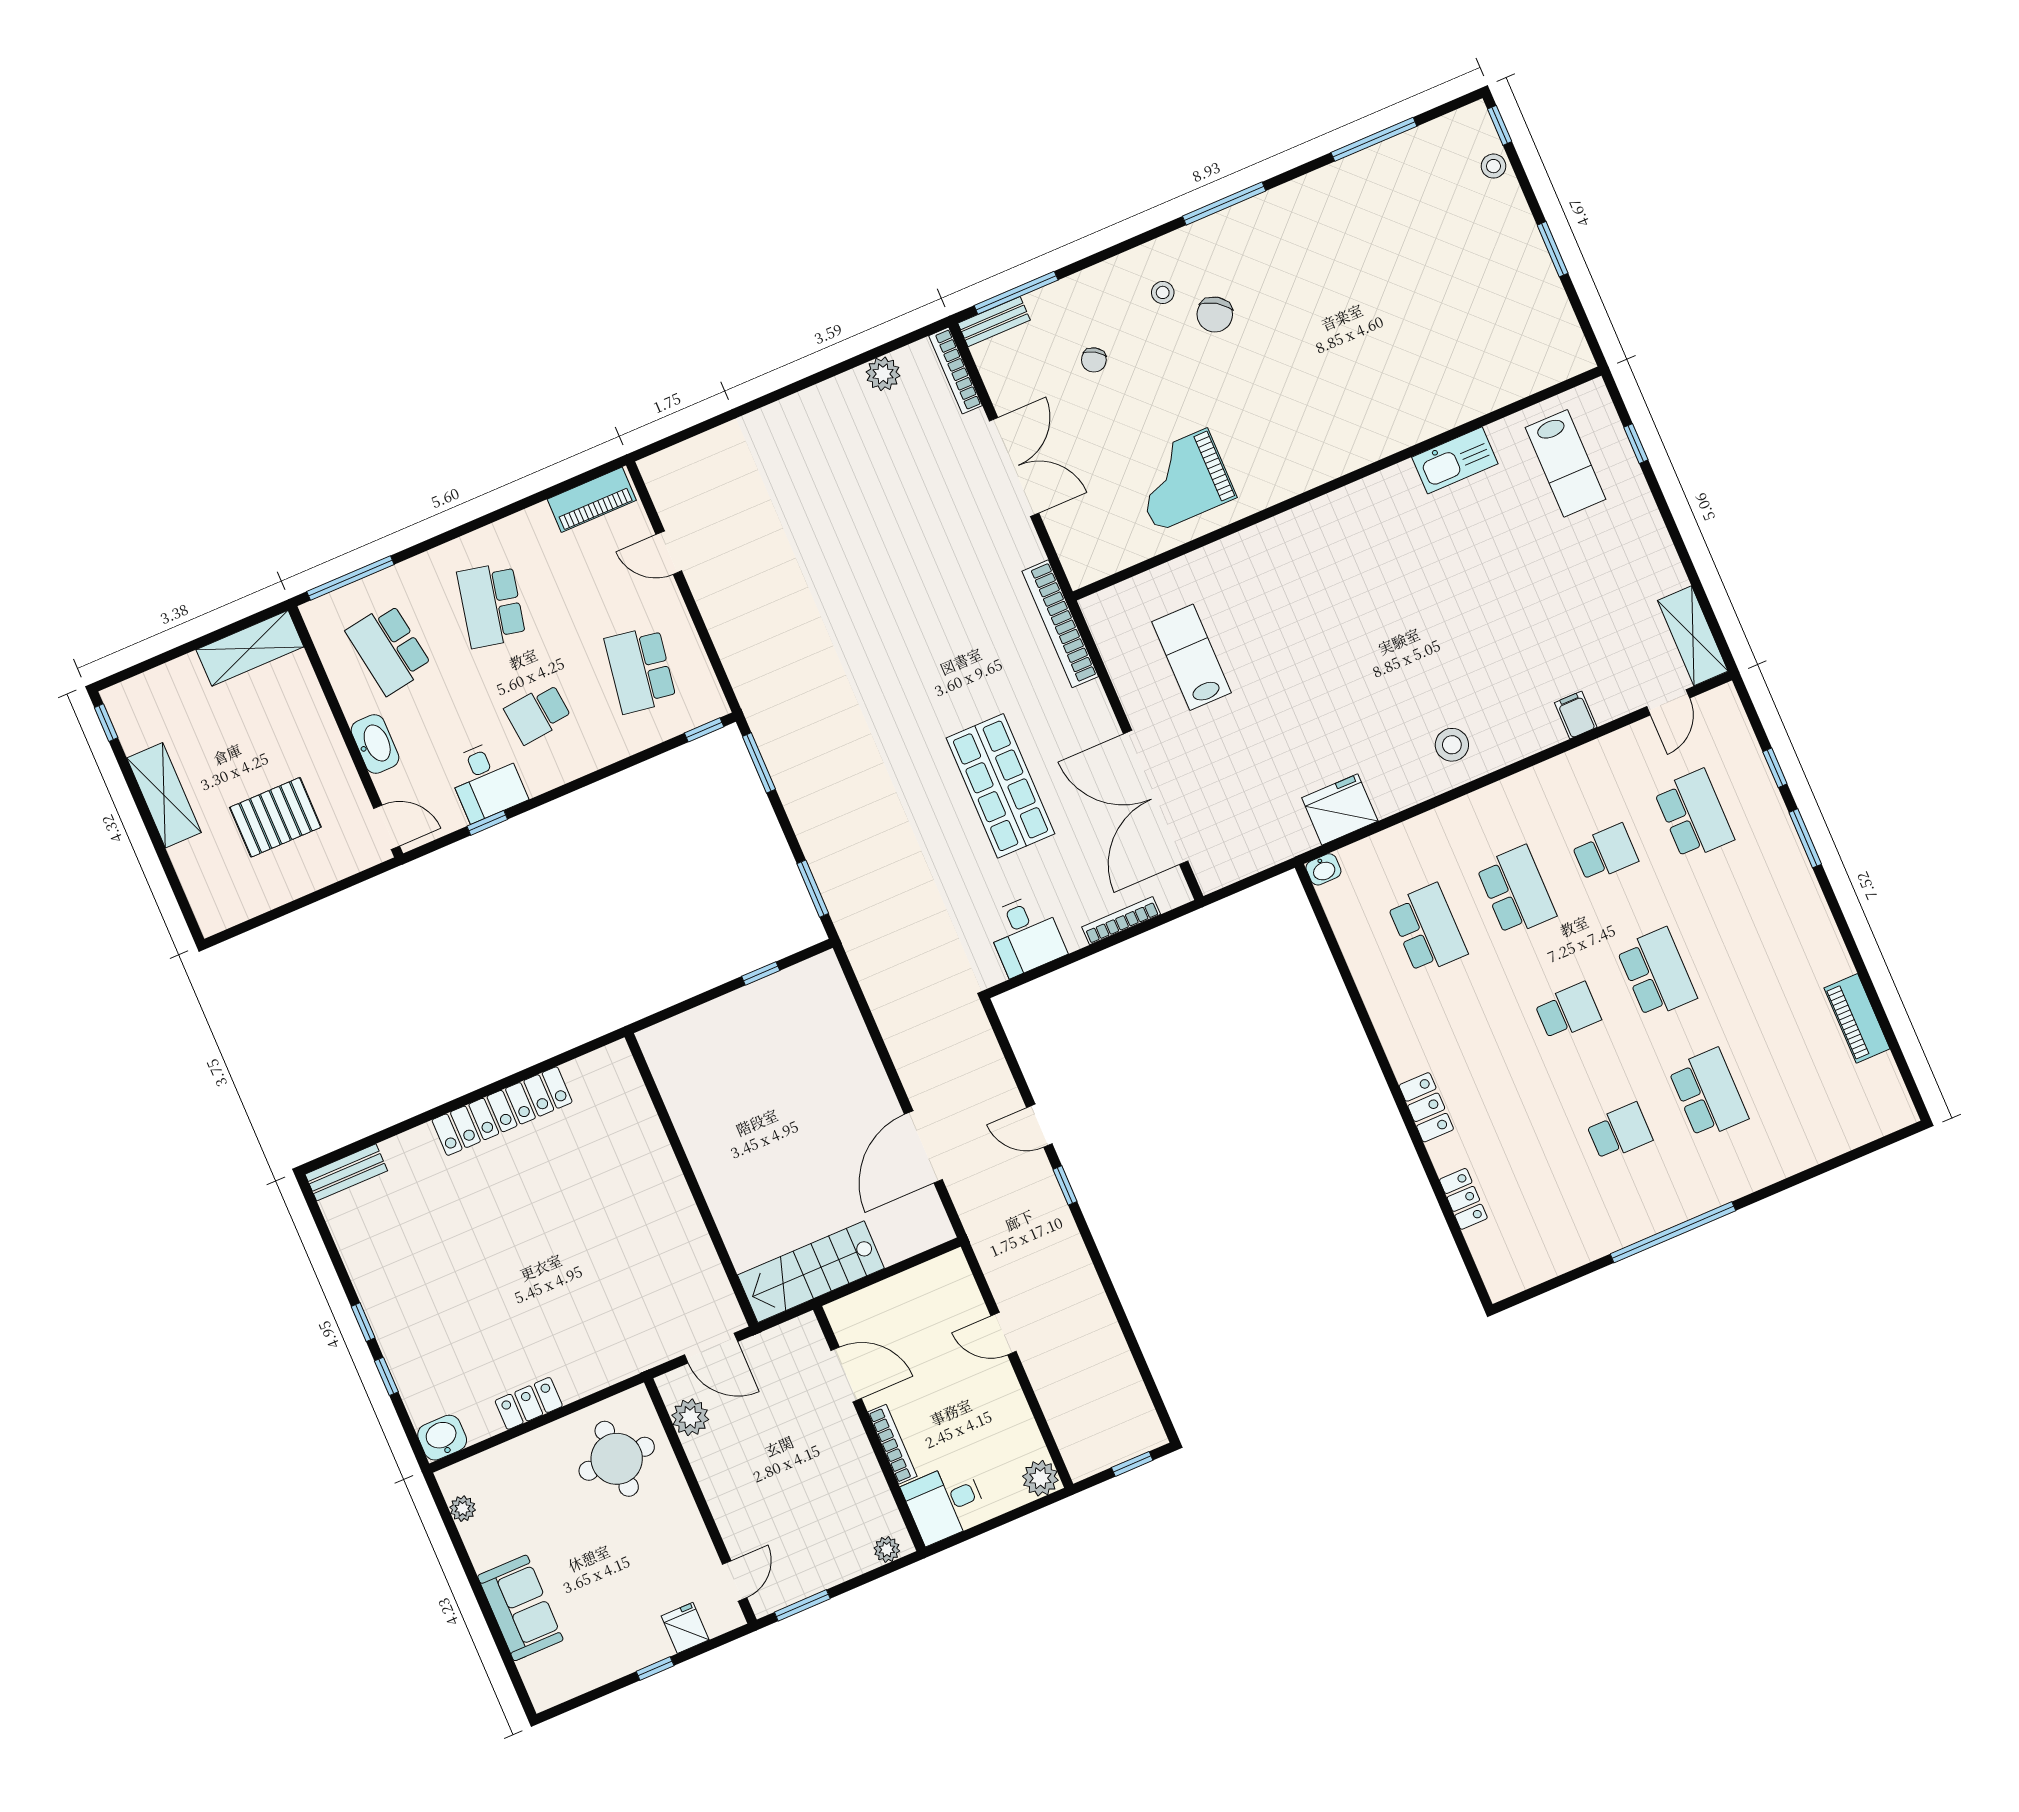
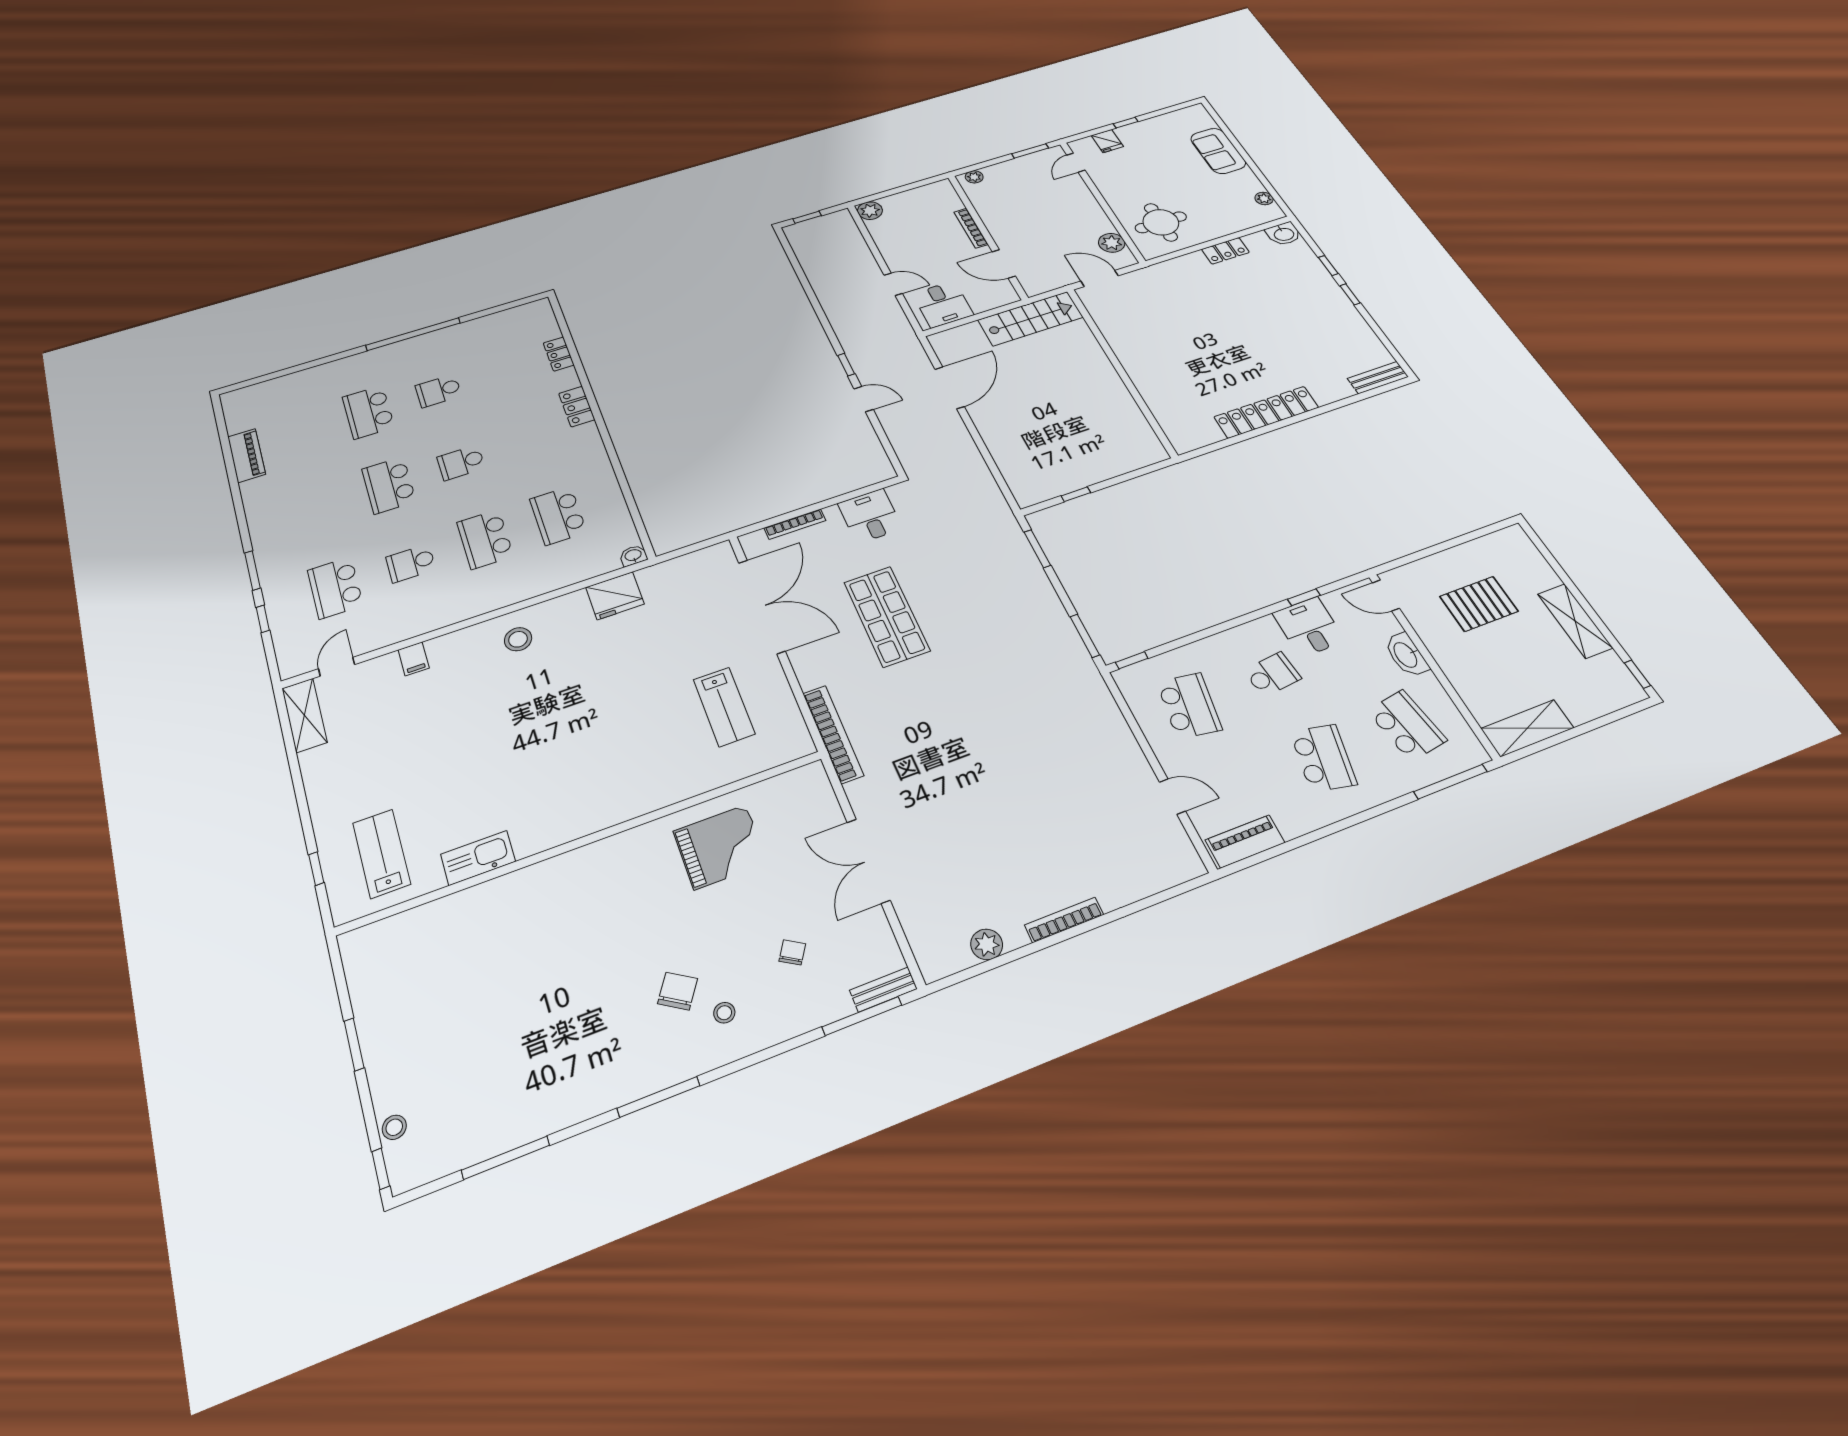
bookcase: (955, 371) -> (1064, 920), moved, turned -90
desk: (945, 1503) -> (943, 304), moved, turned 90

